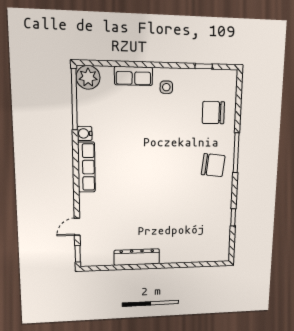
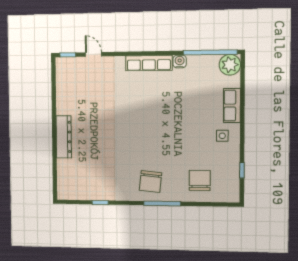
dresser: (137, 257) -> (64, 137), moved

